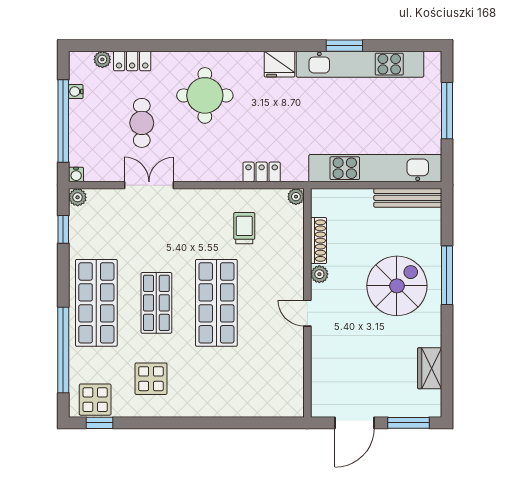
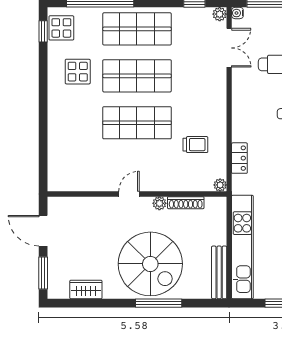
double door: (149, 185) -> (229, 48), moved
spiral stairs: (397, 286) -> (150, 264), width x1.37, depth x1.37
shop shelf: (156, 303) -> (137, 76), width x1.43, depth x1.36

